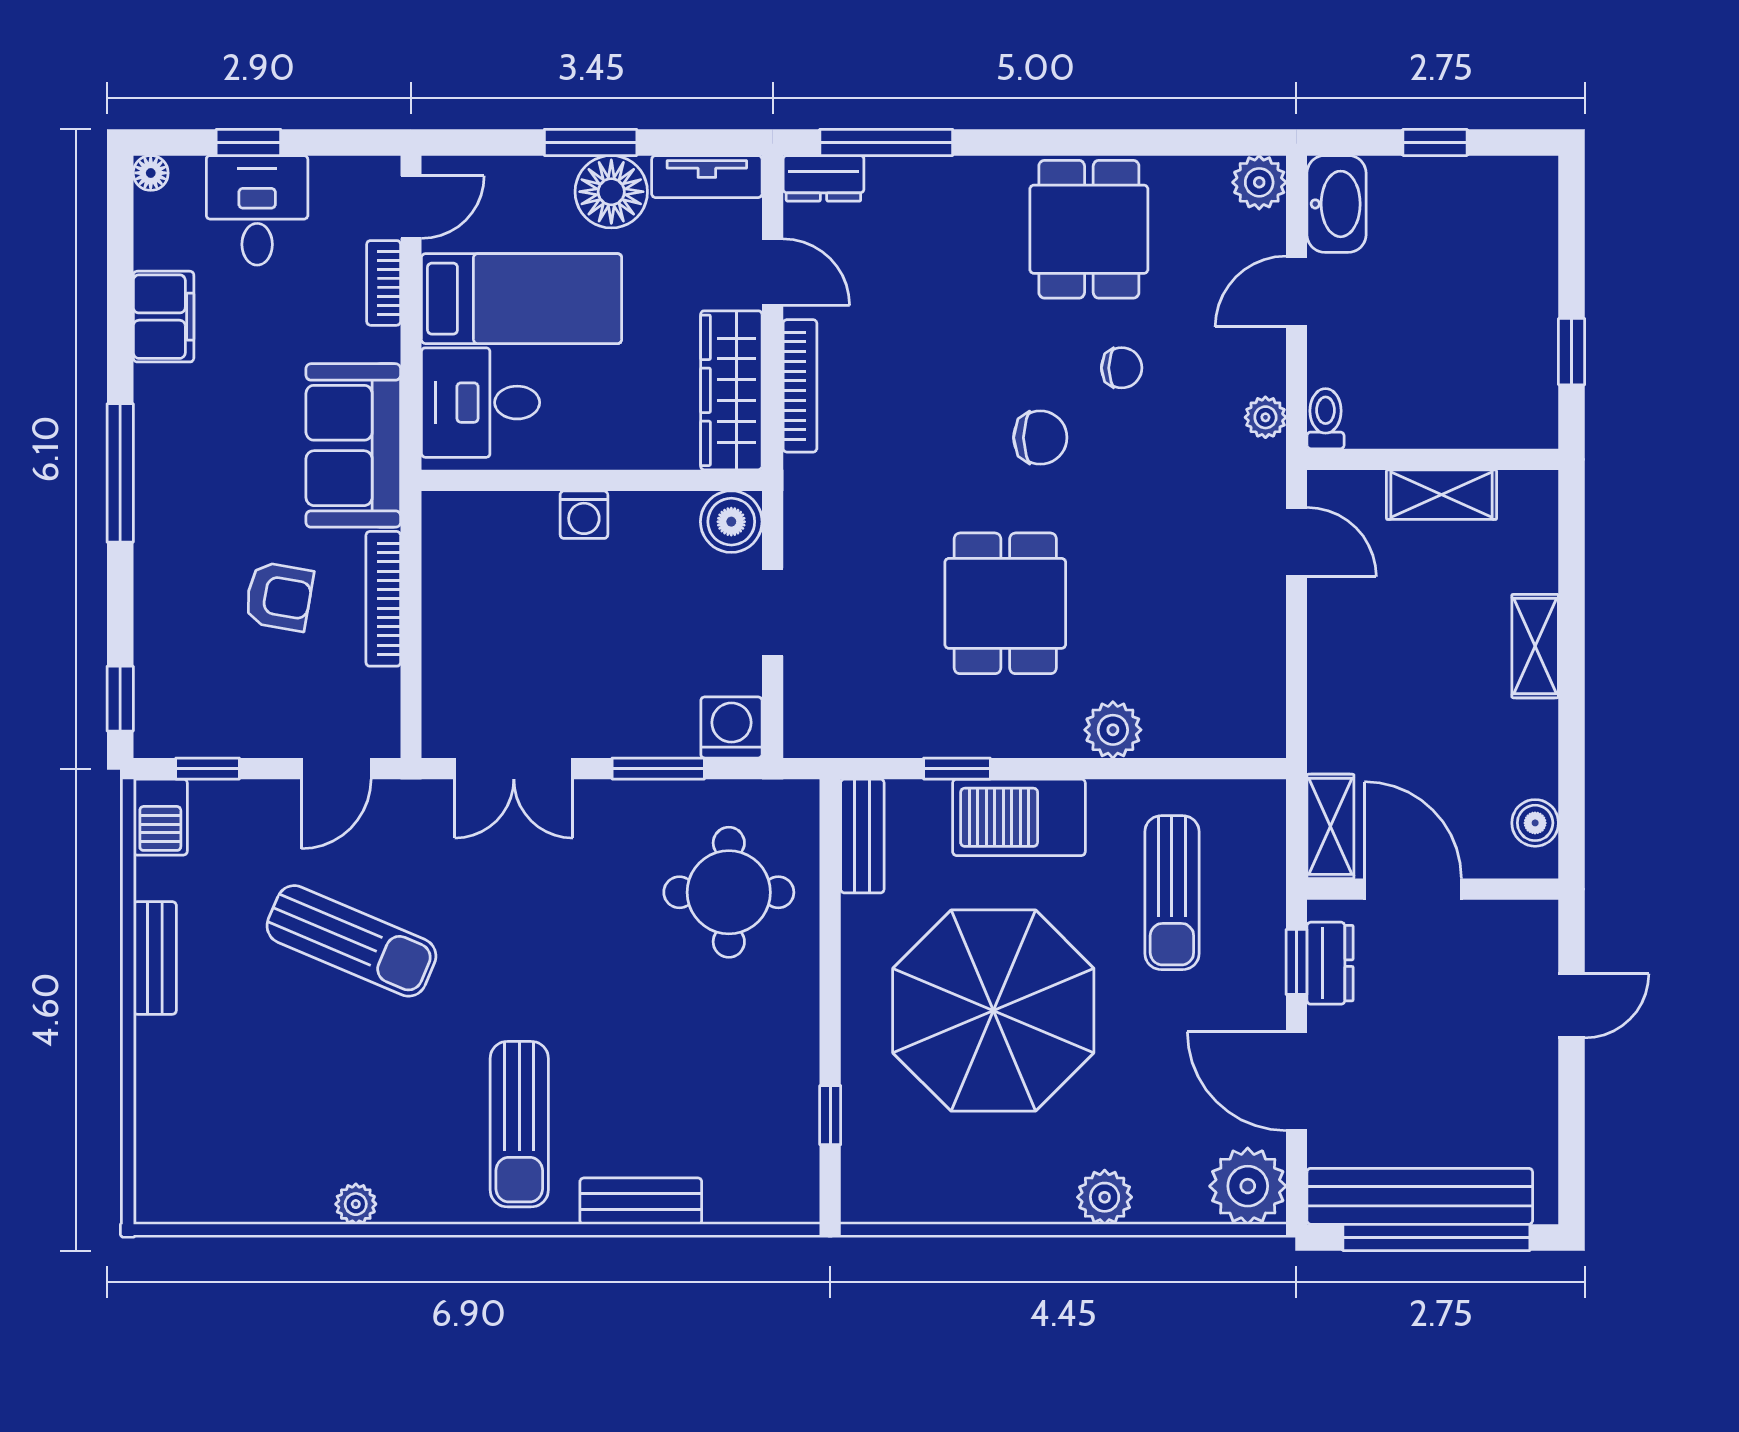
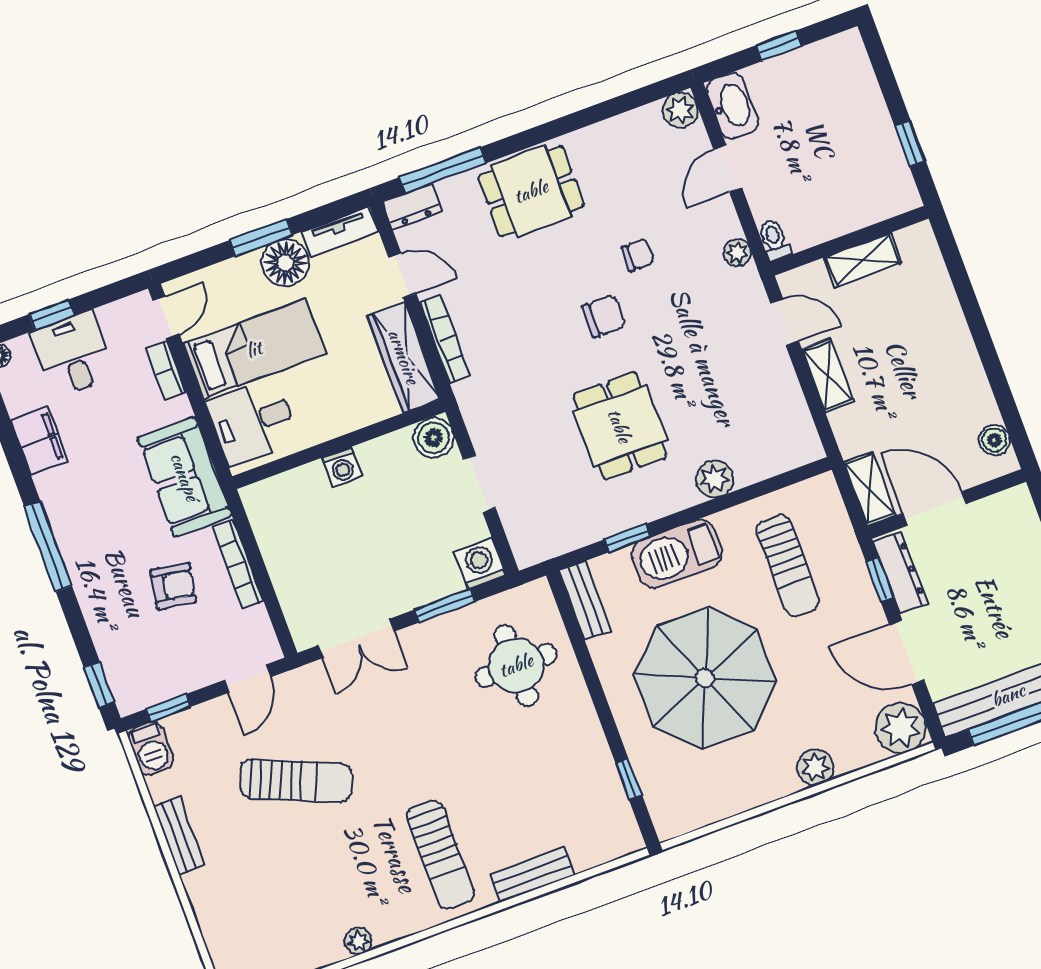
dining table: (1089, 229) -> (531, 191), moved, turned 90
shelving: (1535, 646) -> (828, 375), moved
dresser: (1330, 963) -> (901, 573), width x1.44

